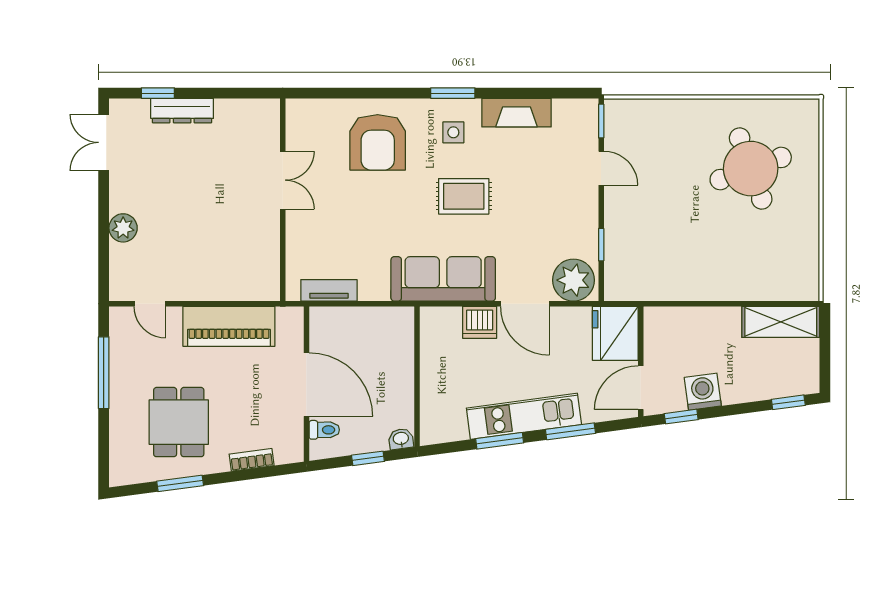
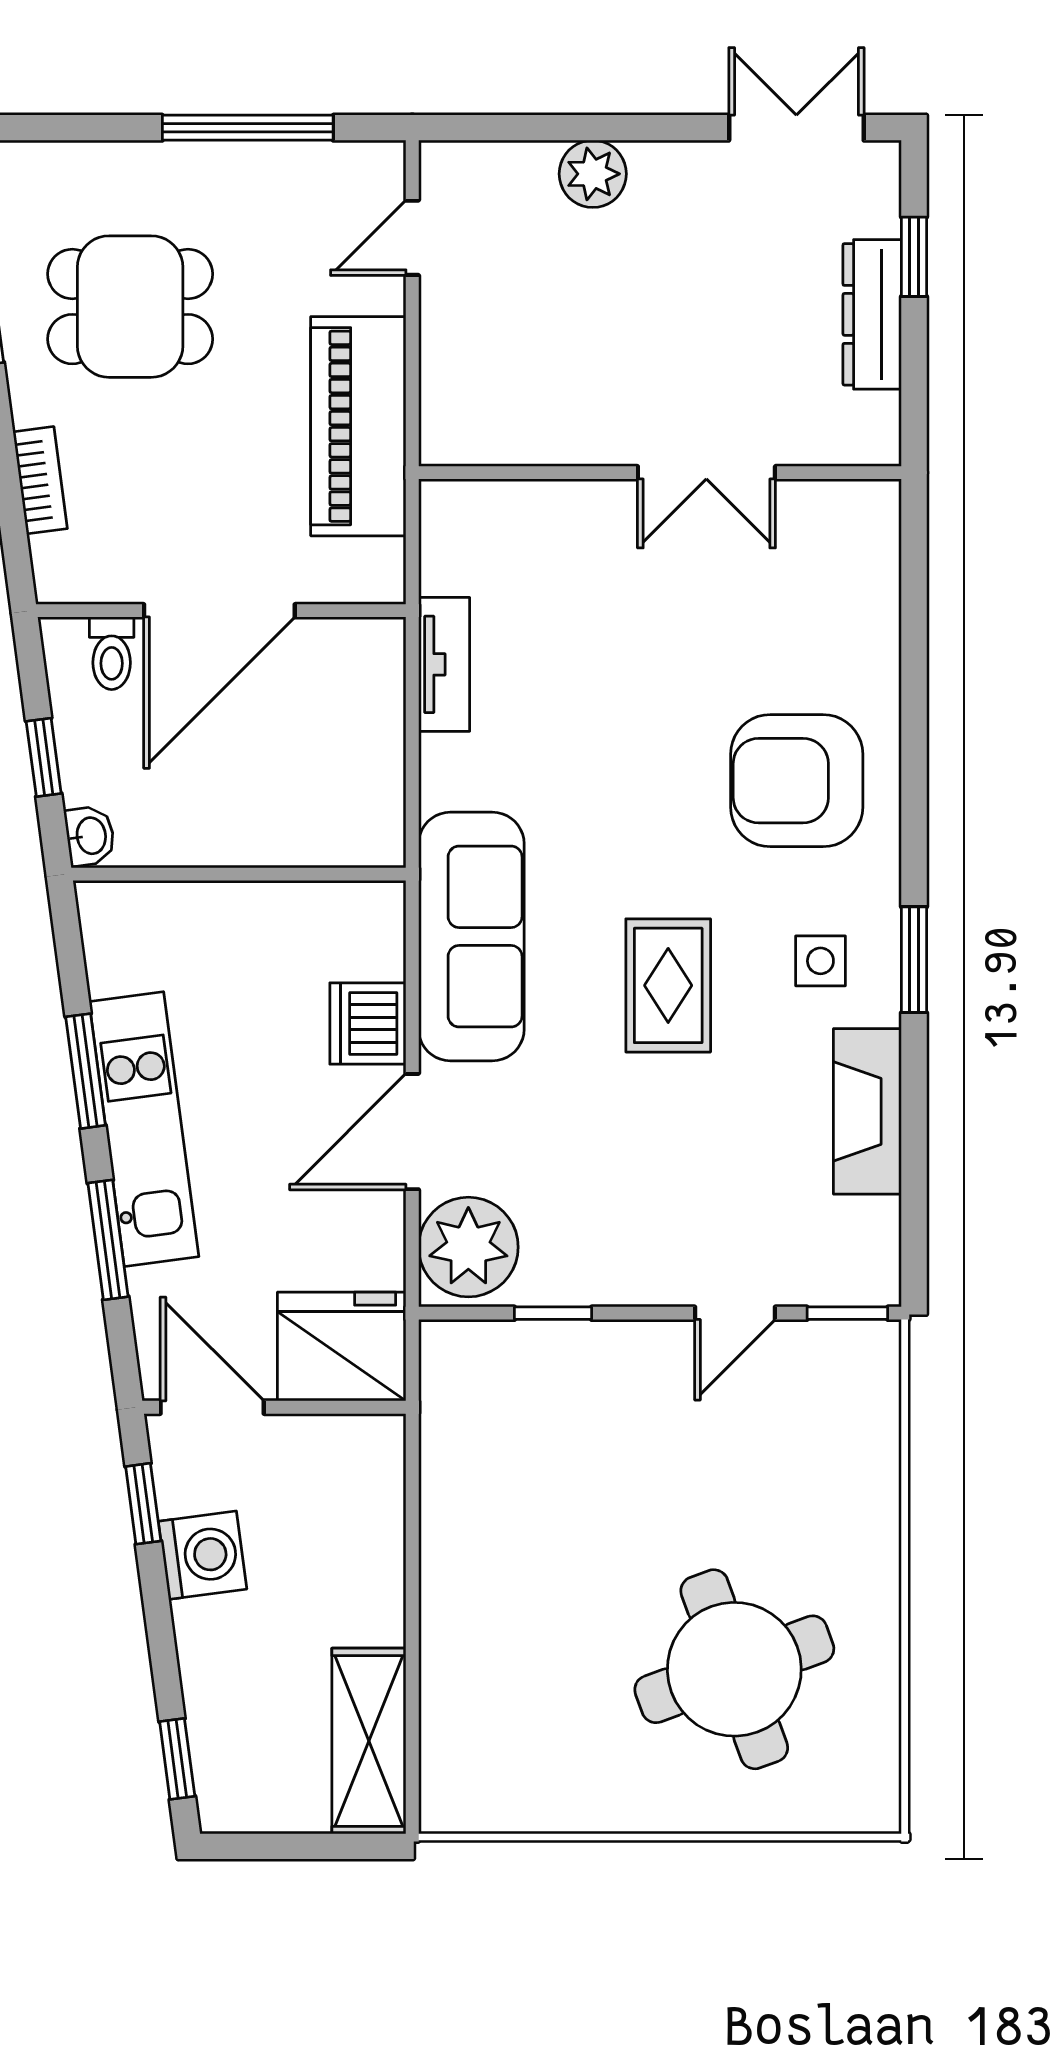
double door: (283, 180) -> (706, 473), moved
wall: (283, 200) -> (660, 473), moved

